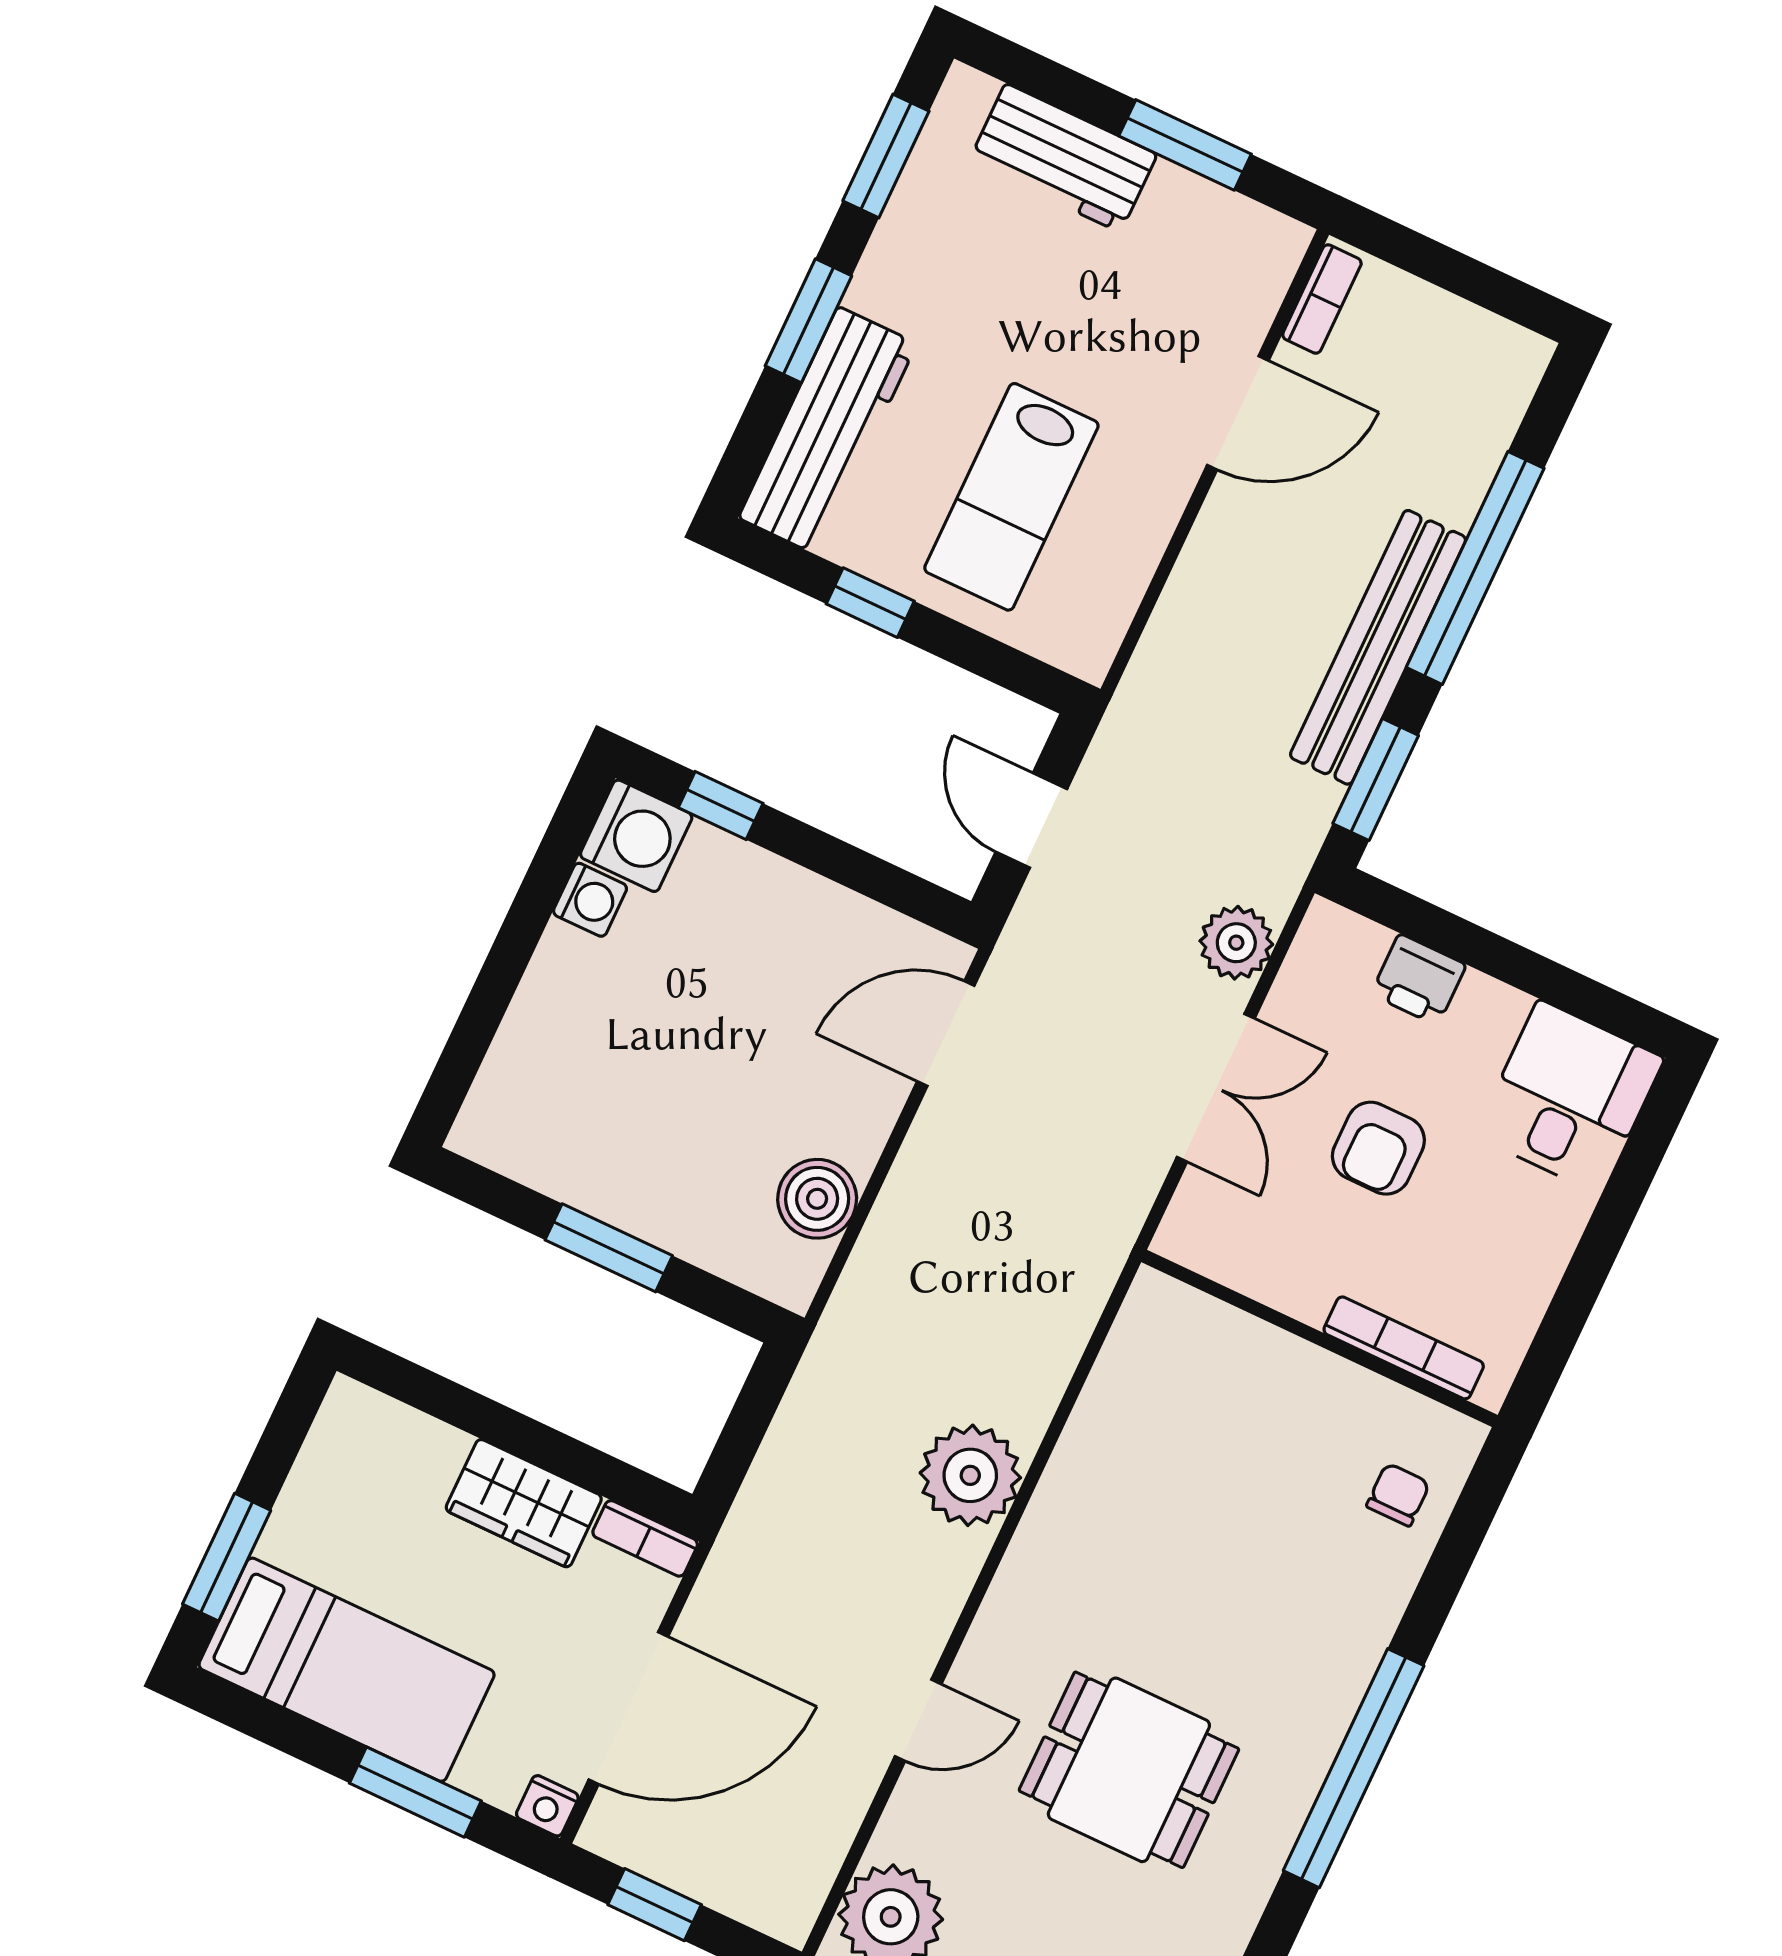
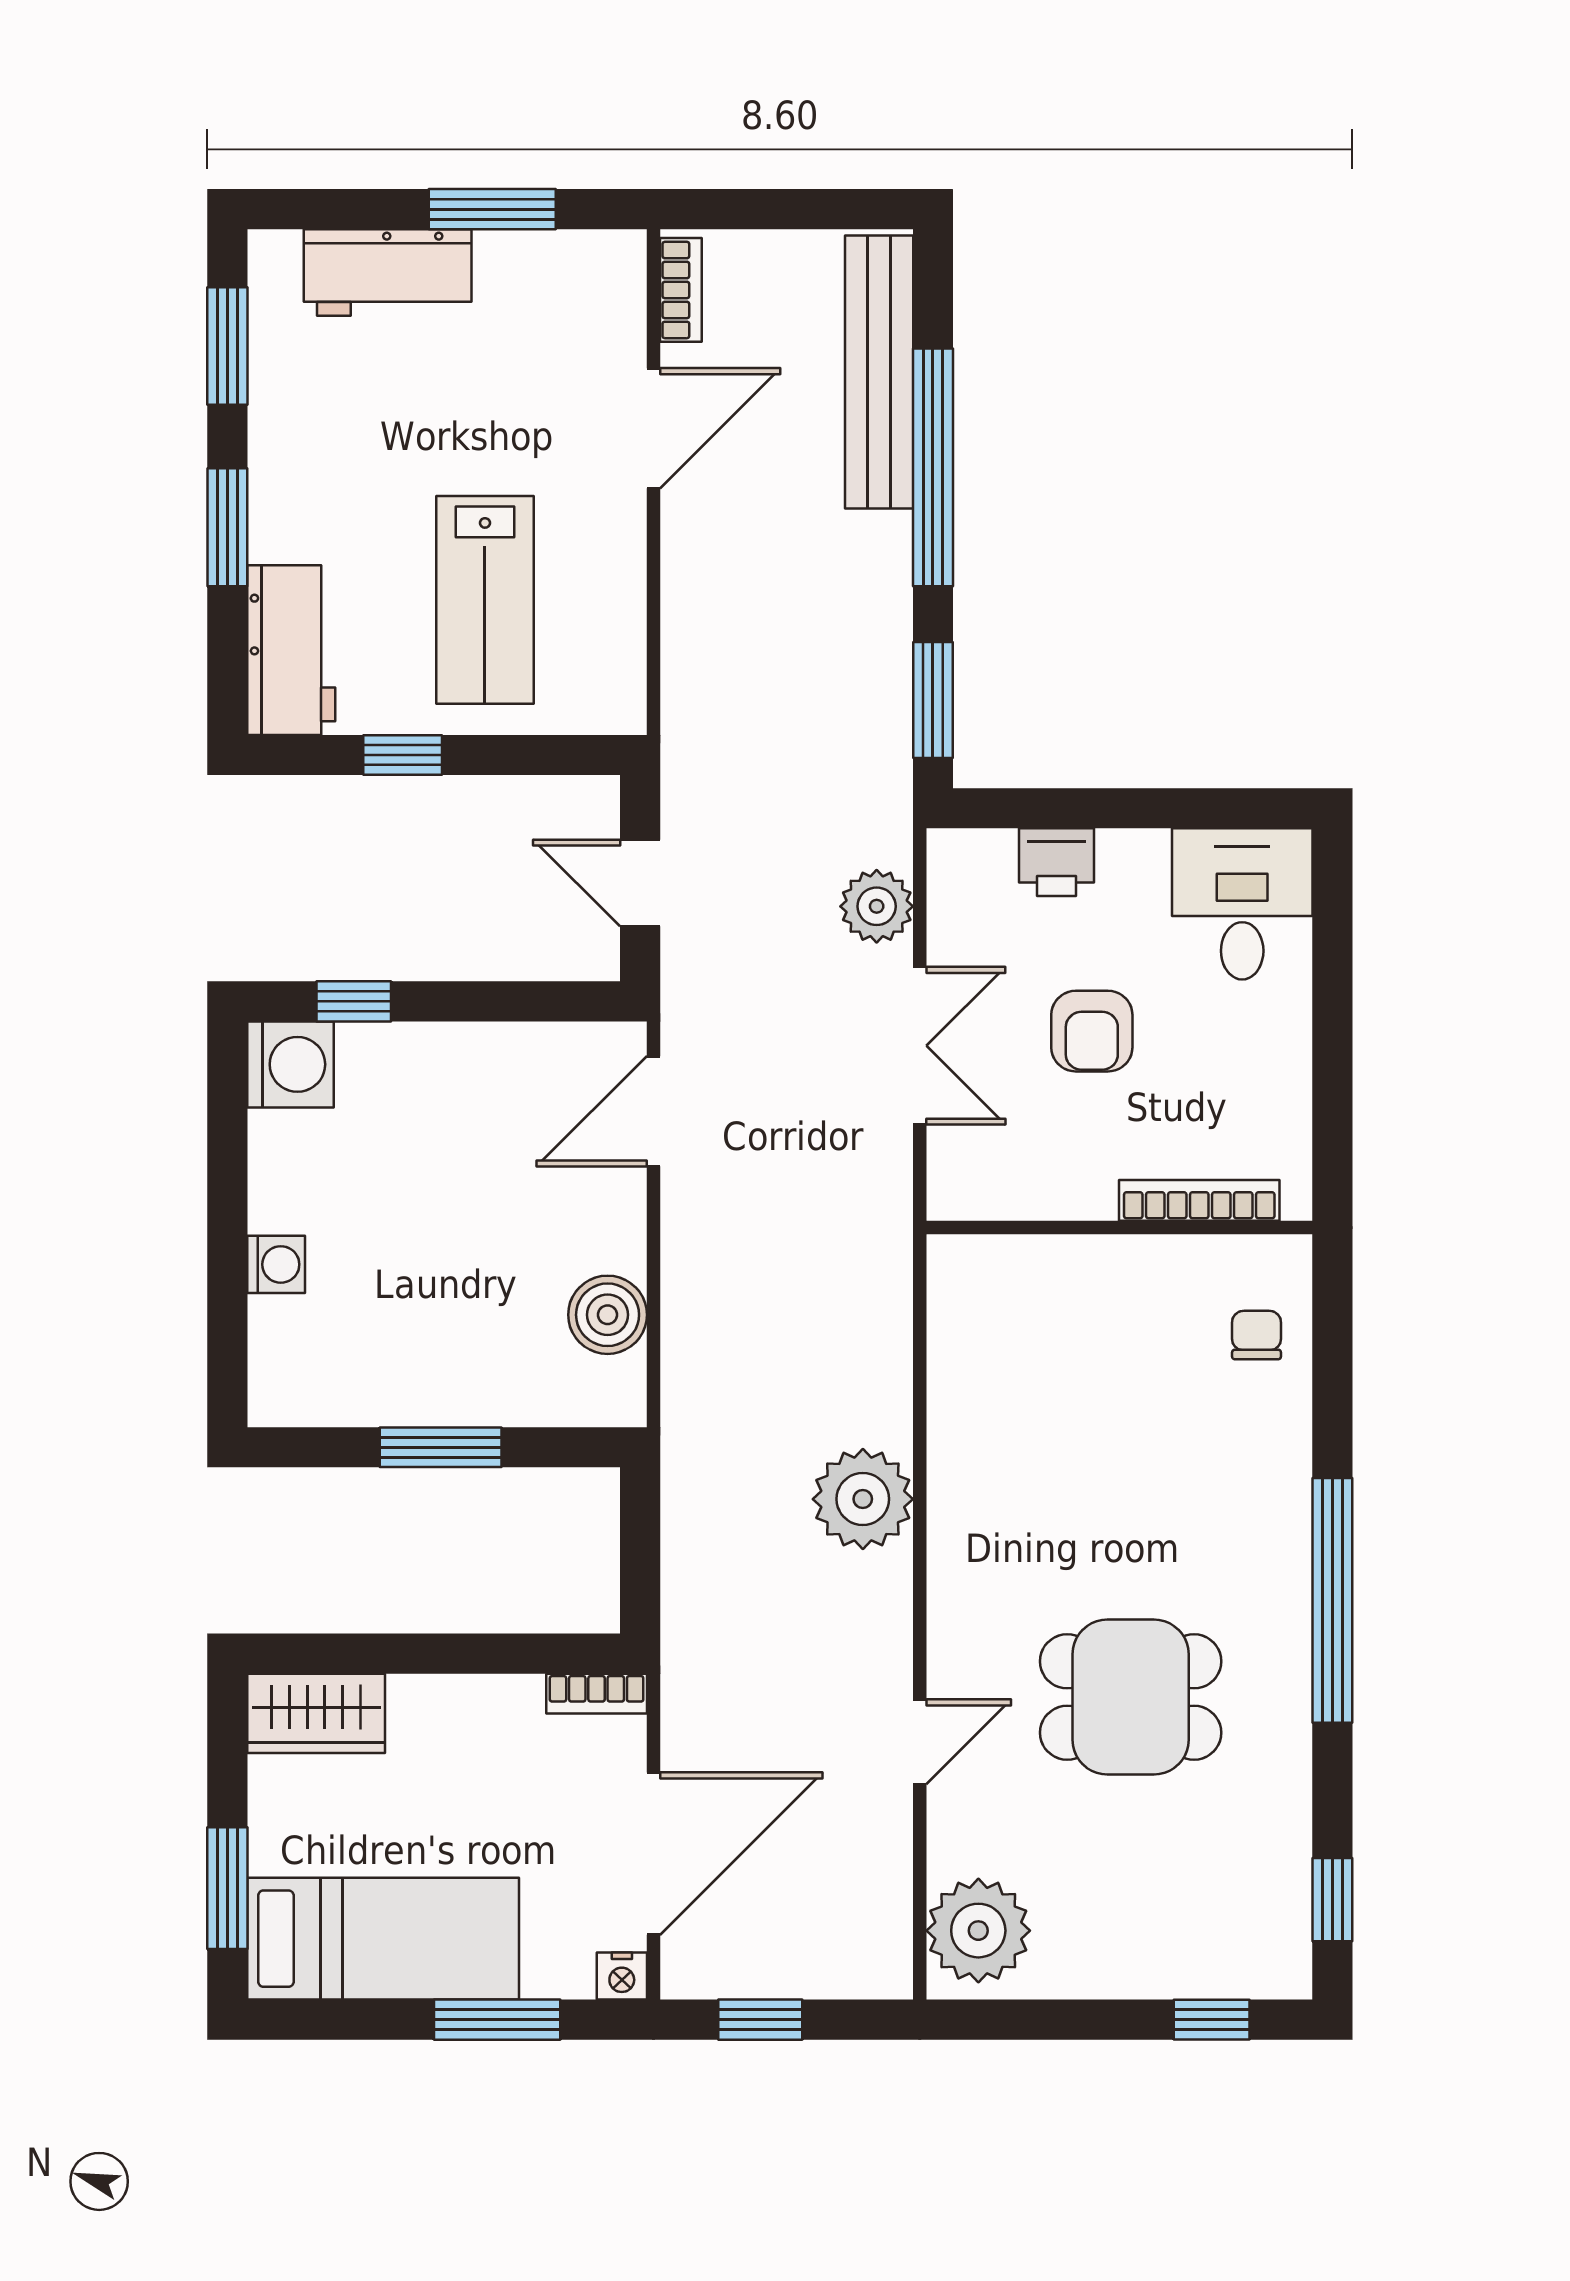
workbench: (828, 431) -> (291, 650), width x0.73
bench: (1378, 647) -> (879, 372), moved
washing machine: (590, 900) -> (276, 1264), moved
wardrobe: (524, 1503) -> (316, 1713), moved

